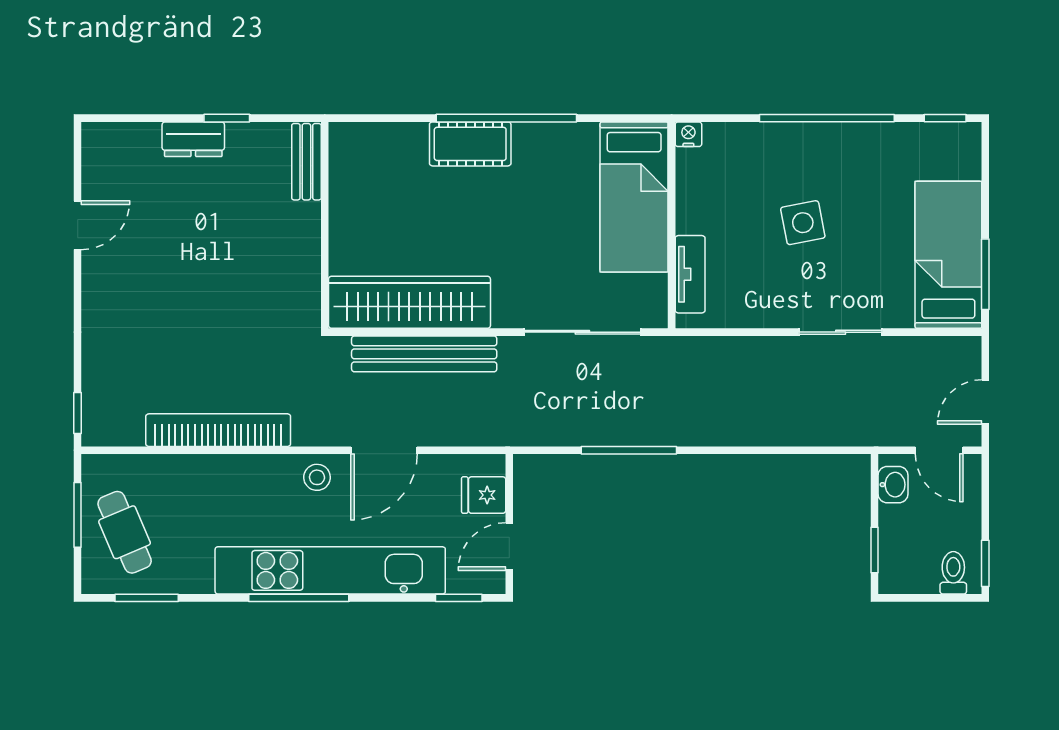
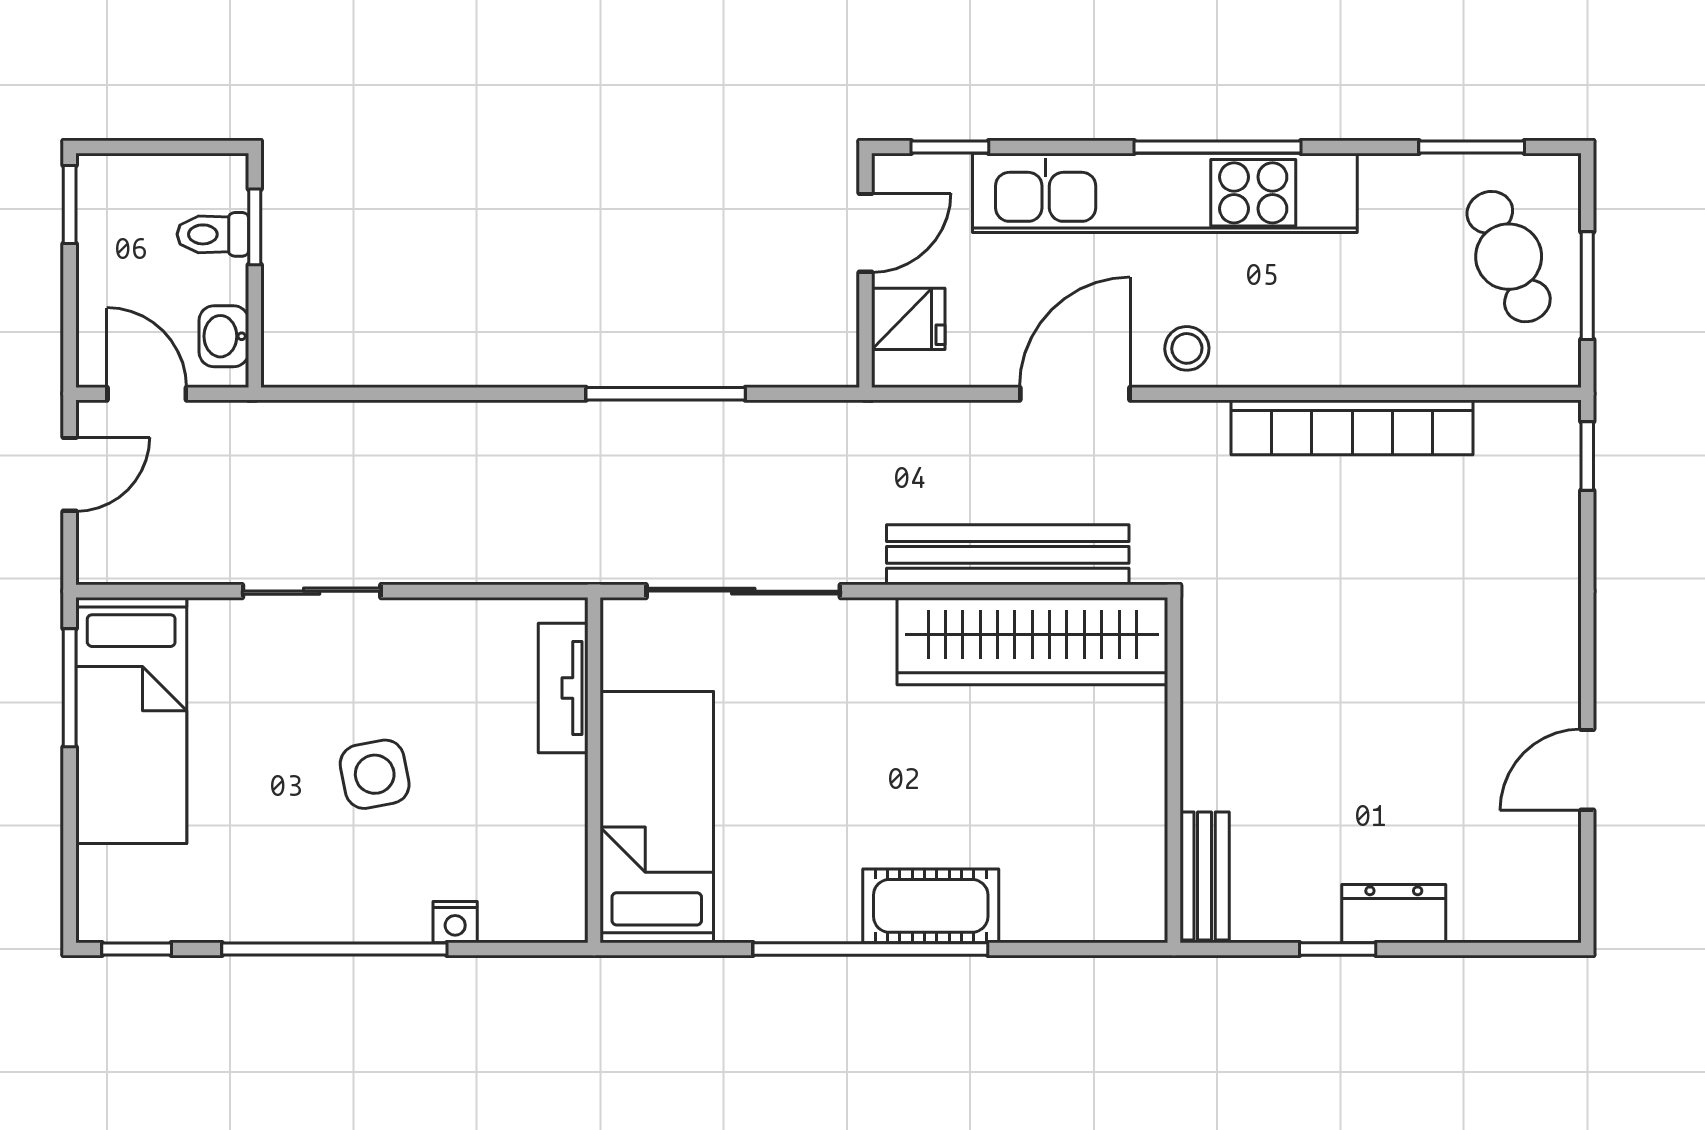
nightstand: (688, 134) -> (455, 922), moved
toilet: (953, 573) -> (213, 234), moved, turned 90

